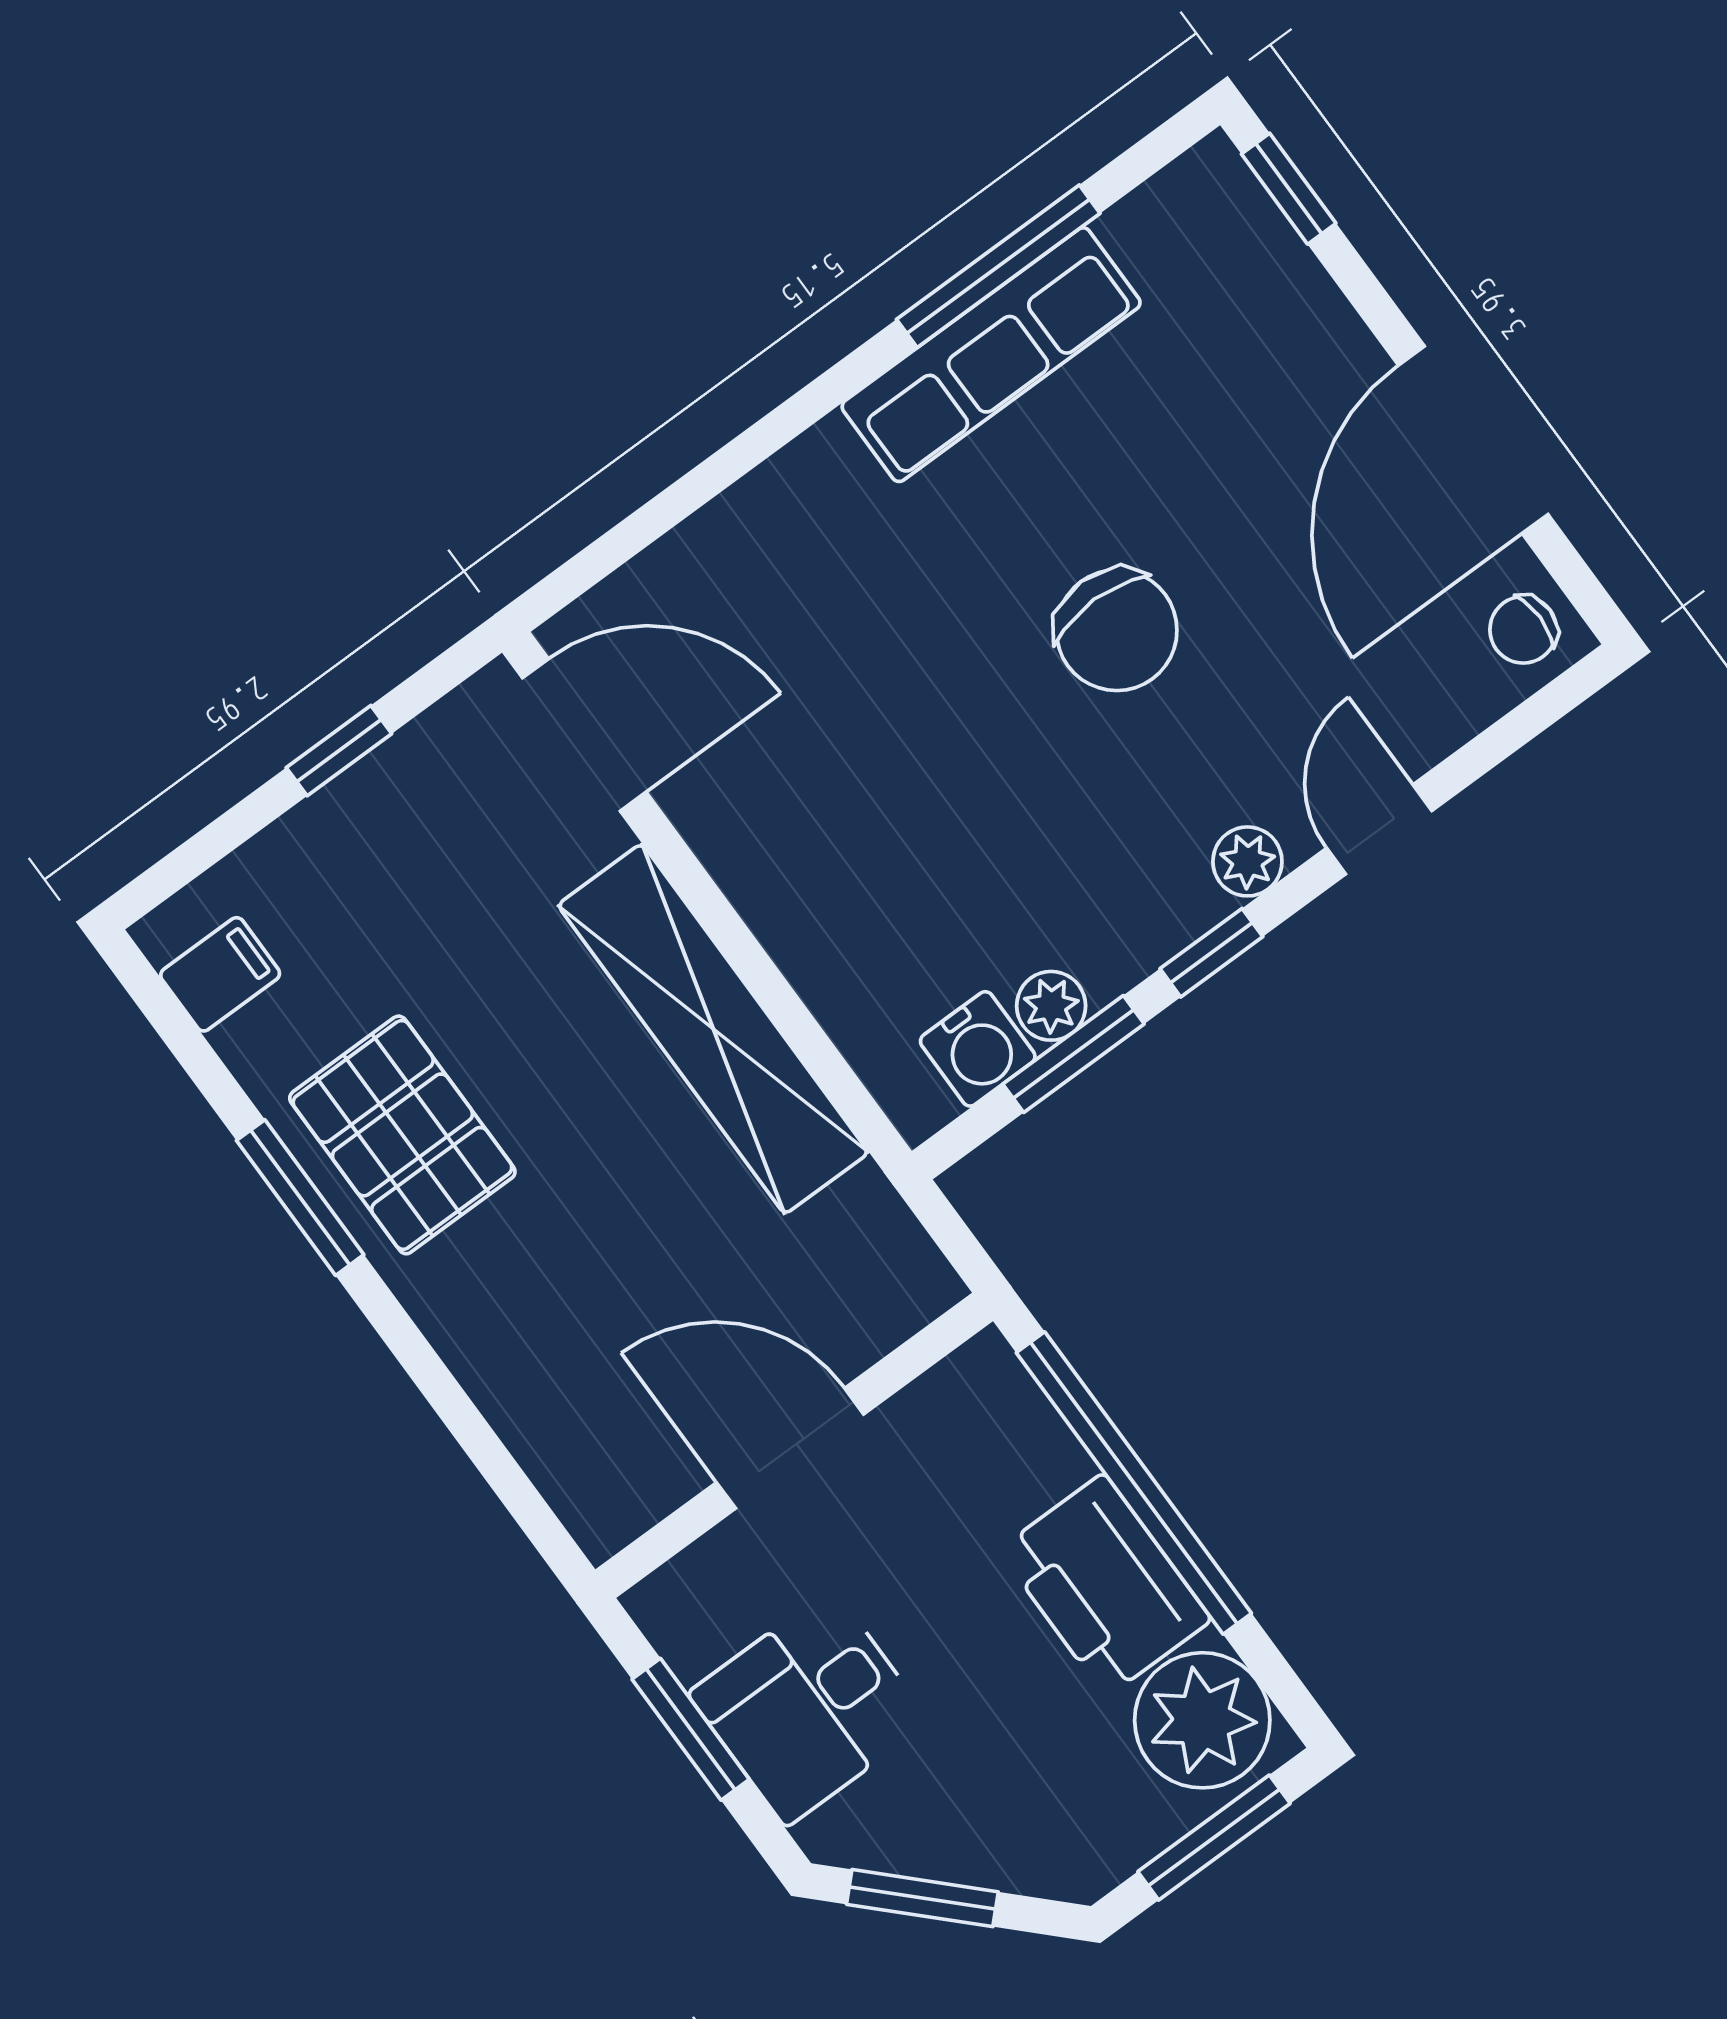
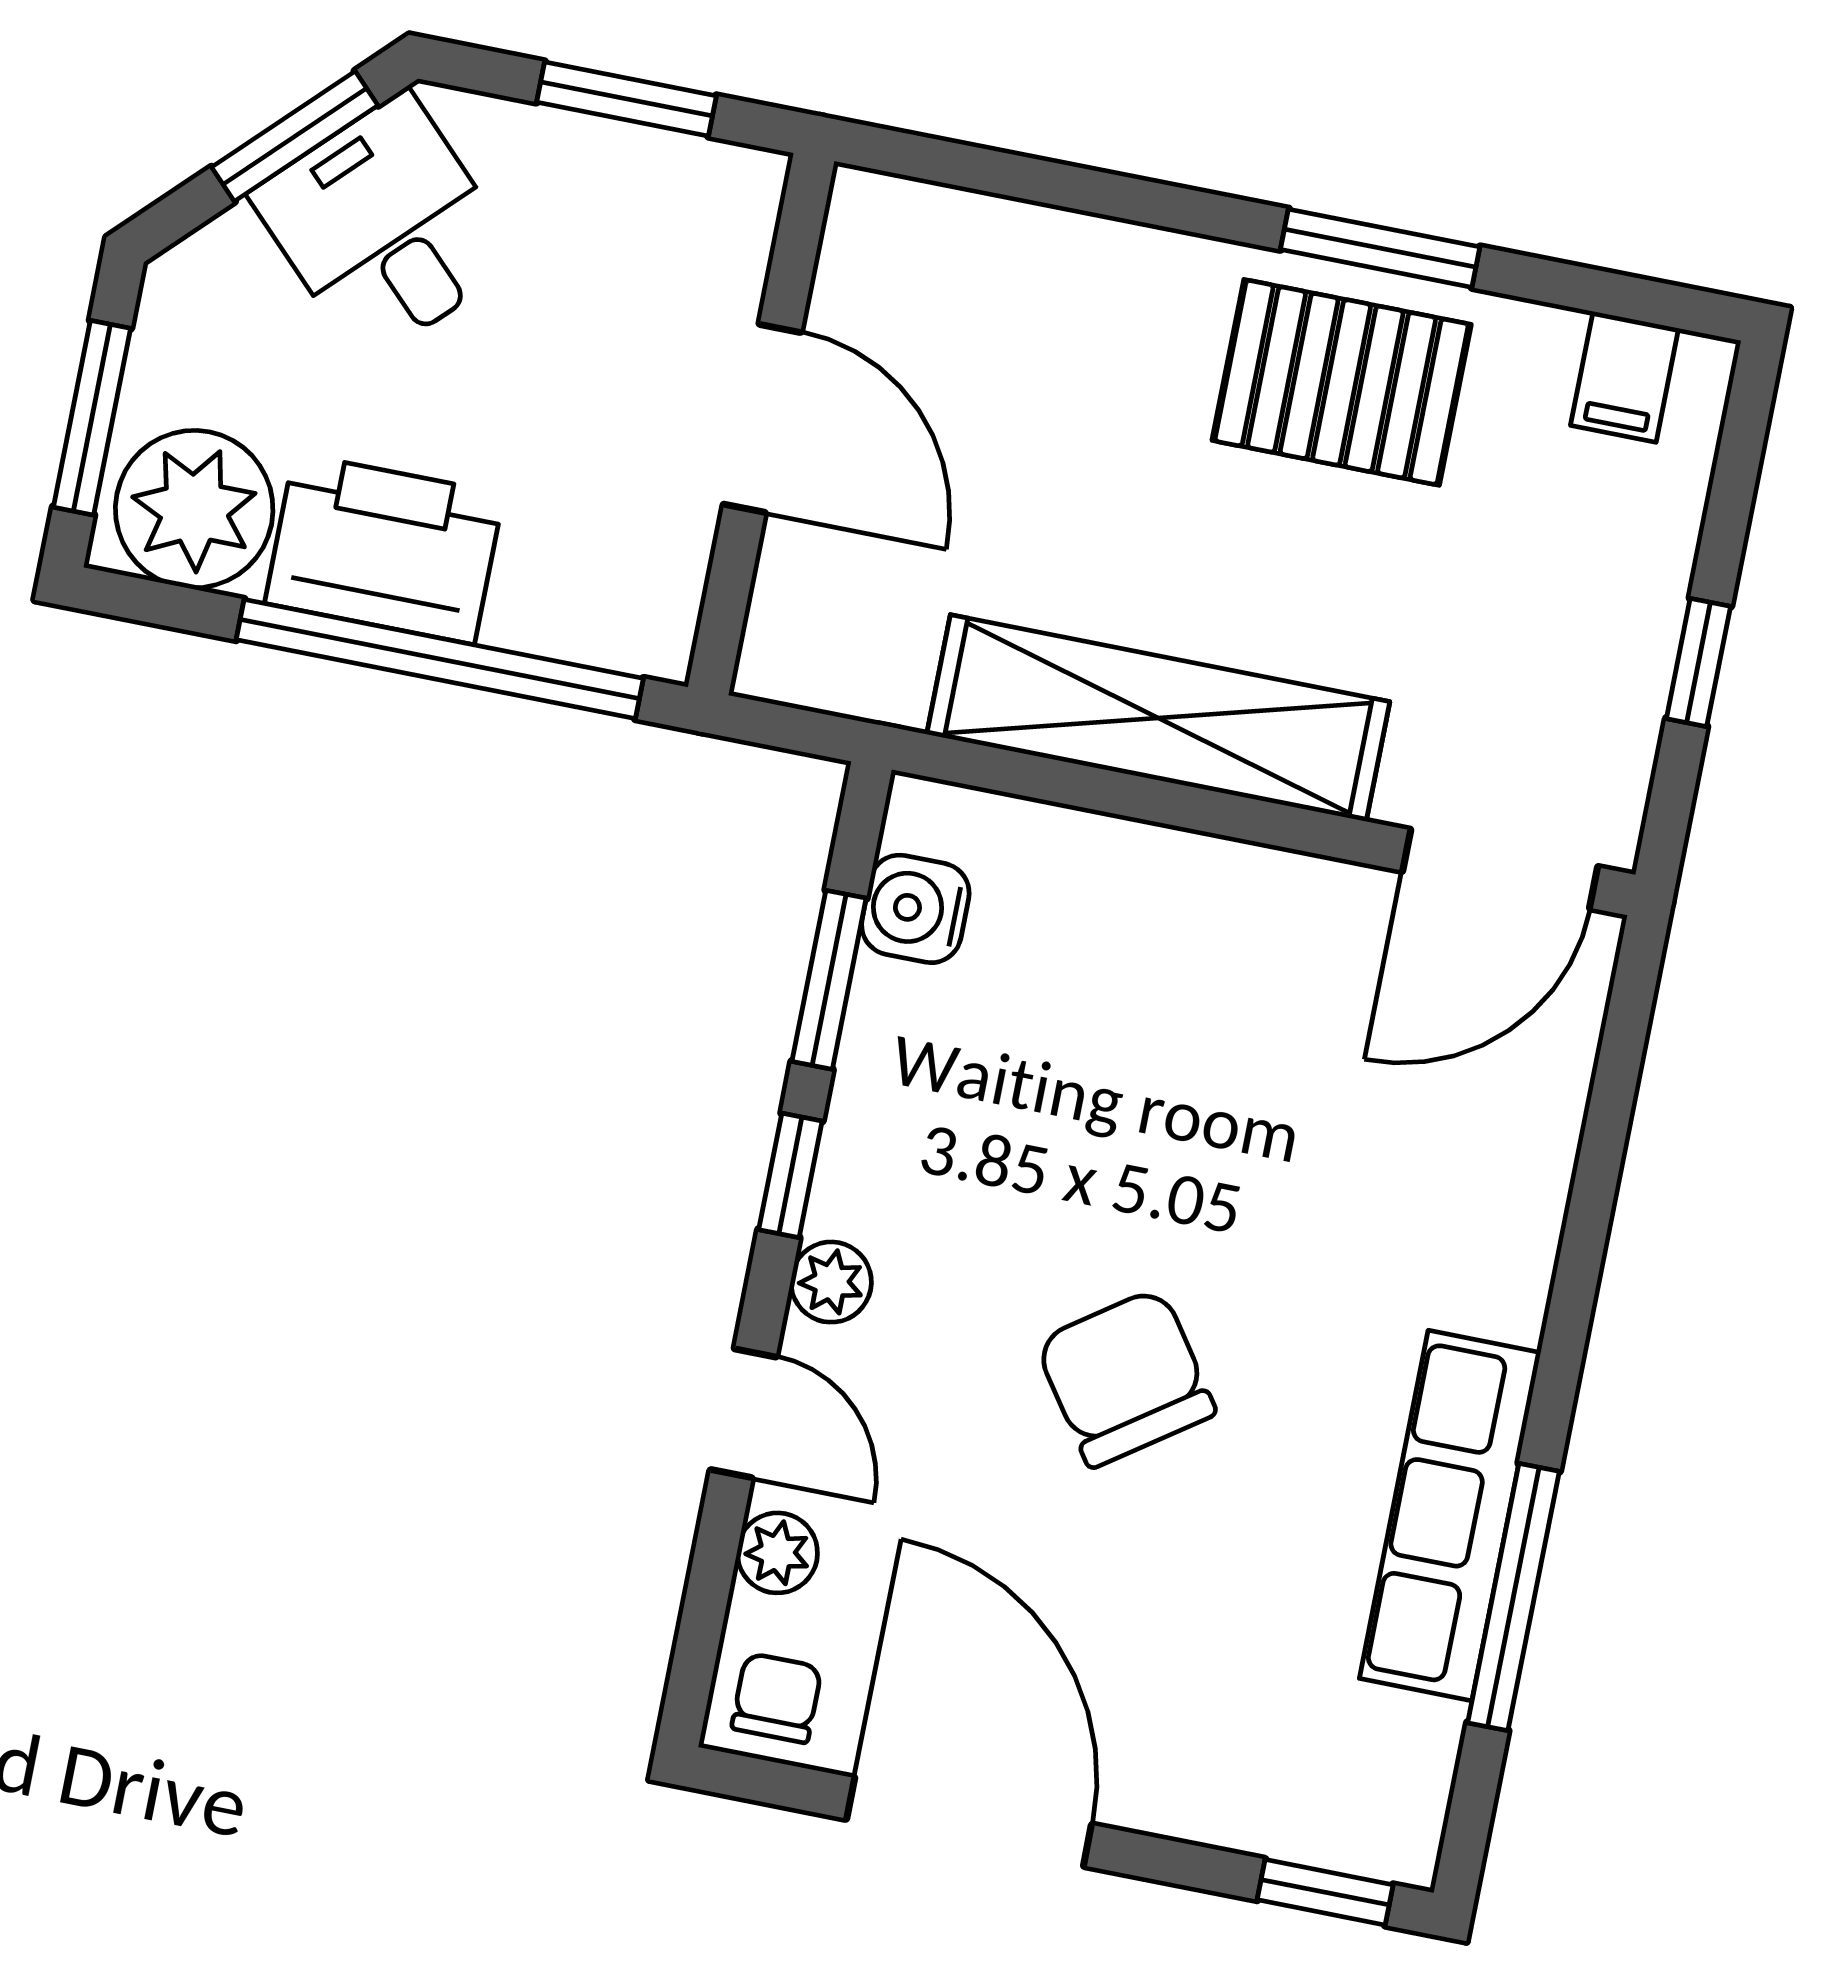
chair: (1117, 630) -> (1125, 1378), turned 55
plant: (1051, 1006) -> (777, 1553), moved
door: (790, 1448) -> (762, 418), hinge flipped
desk: (809, 1707) -> (385, 227), moved, turned -45

